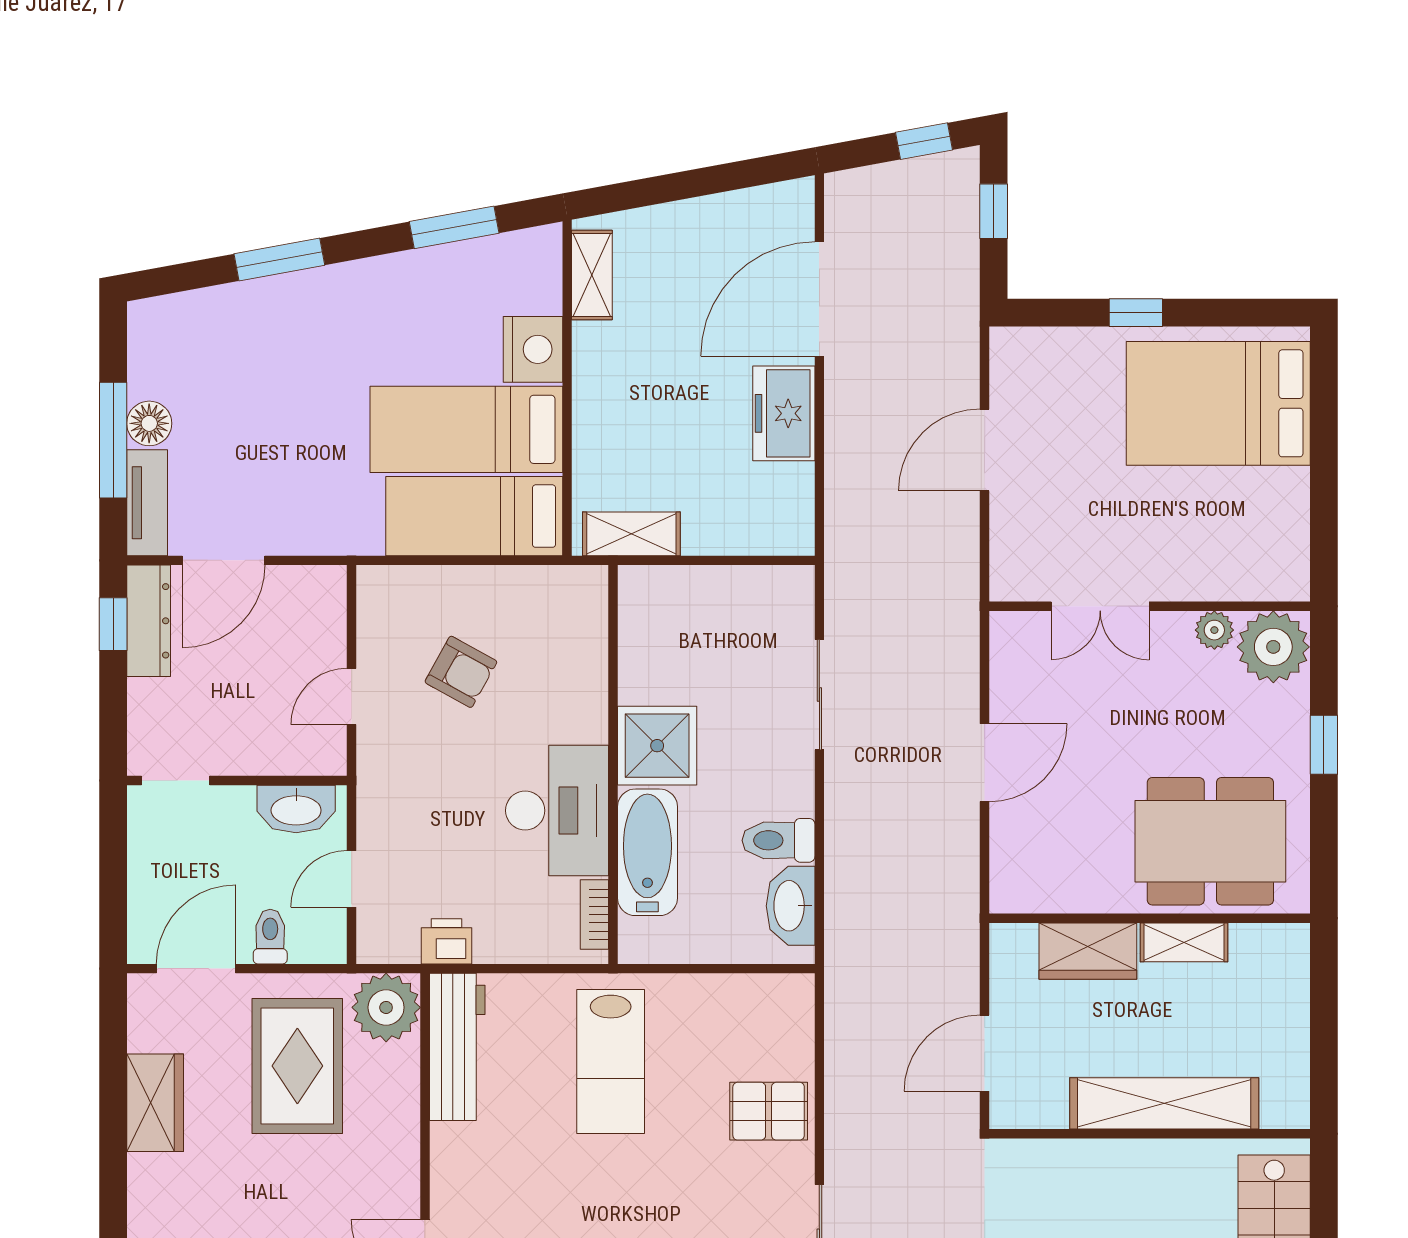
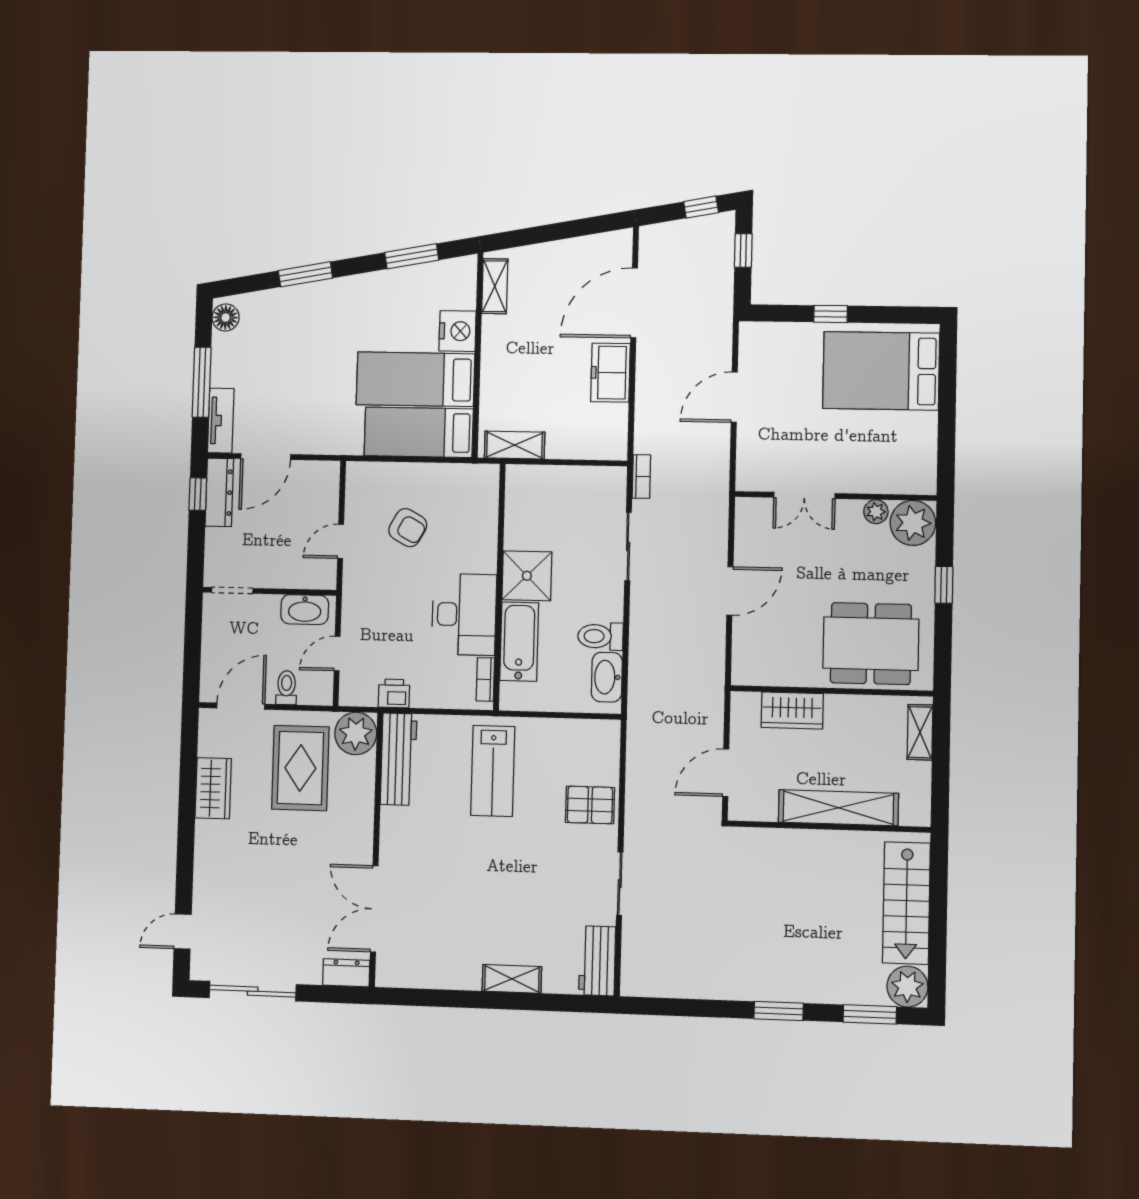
floor lamp: (149, 423) -> (226, 317), moved
bookcase: (838, 581) -> (641, 477), added
shelving: (1184, 942) -> (920, 732), moved, turned 90

